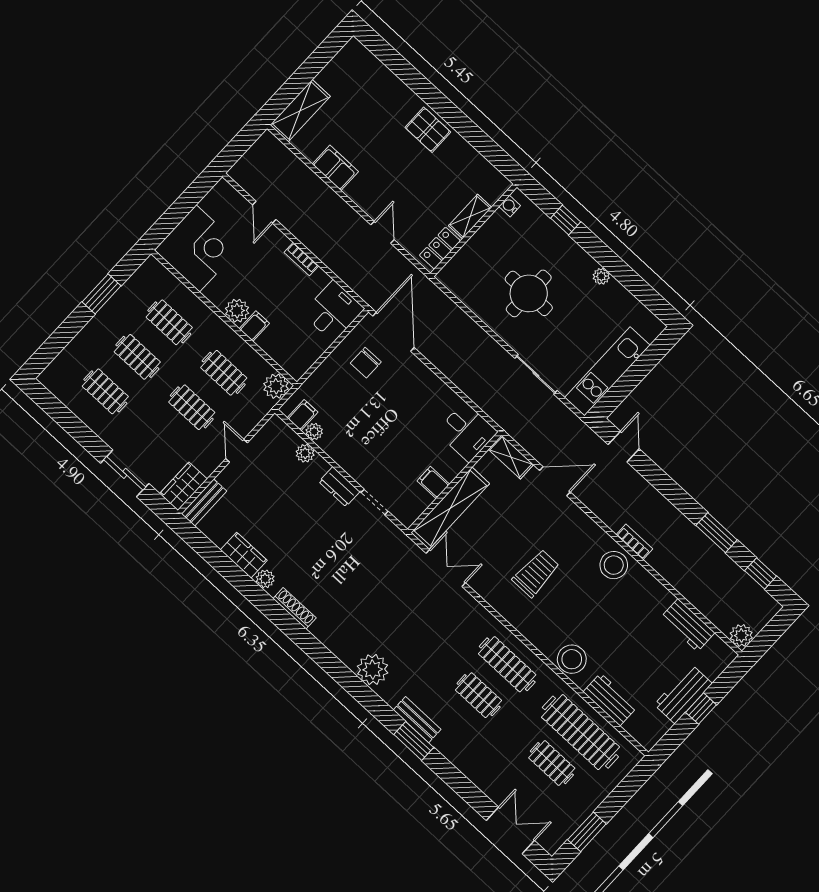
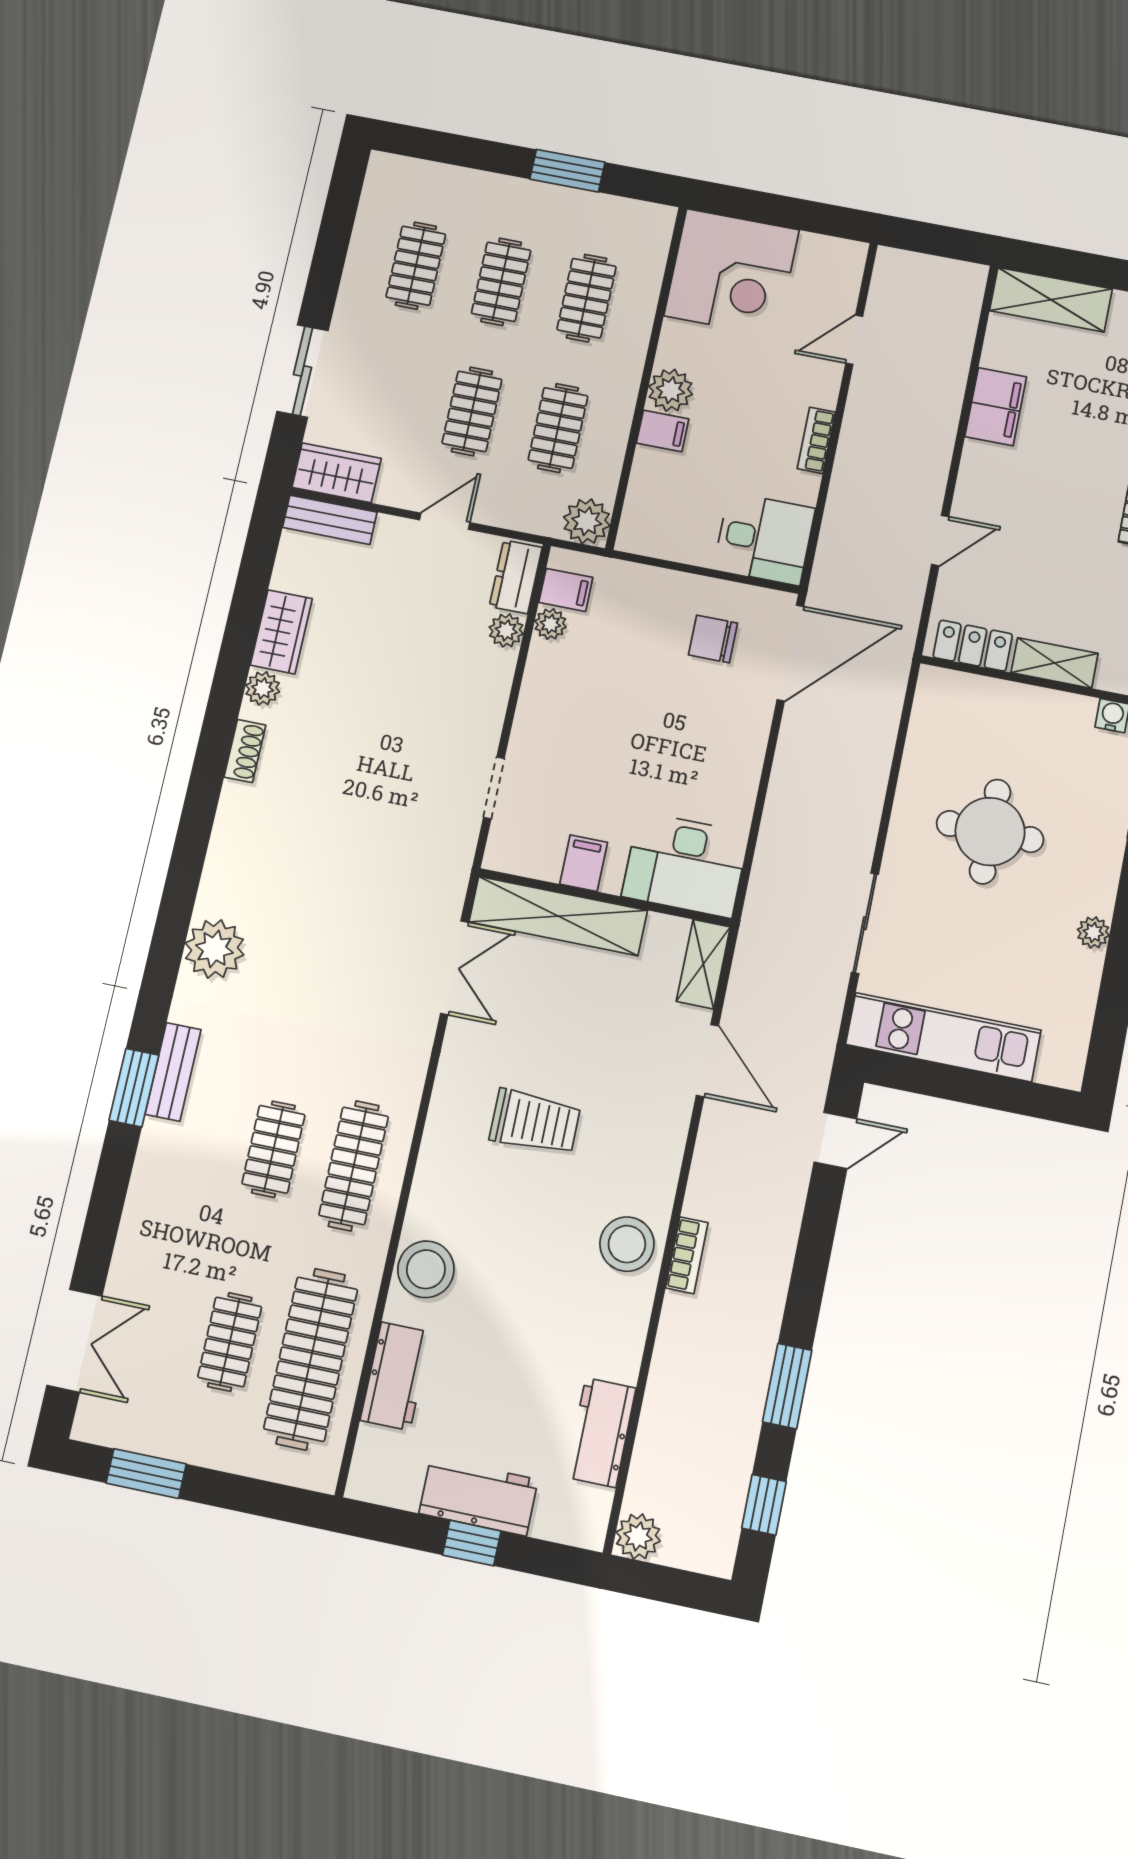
desk: (467, 432) -> (685, 865), width x1.37
dresser: (339, 487) -> (516, 577), moved
shoe rack: (295, 608) -> (245, 751), width x0.70

